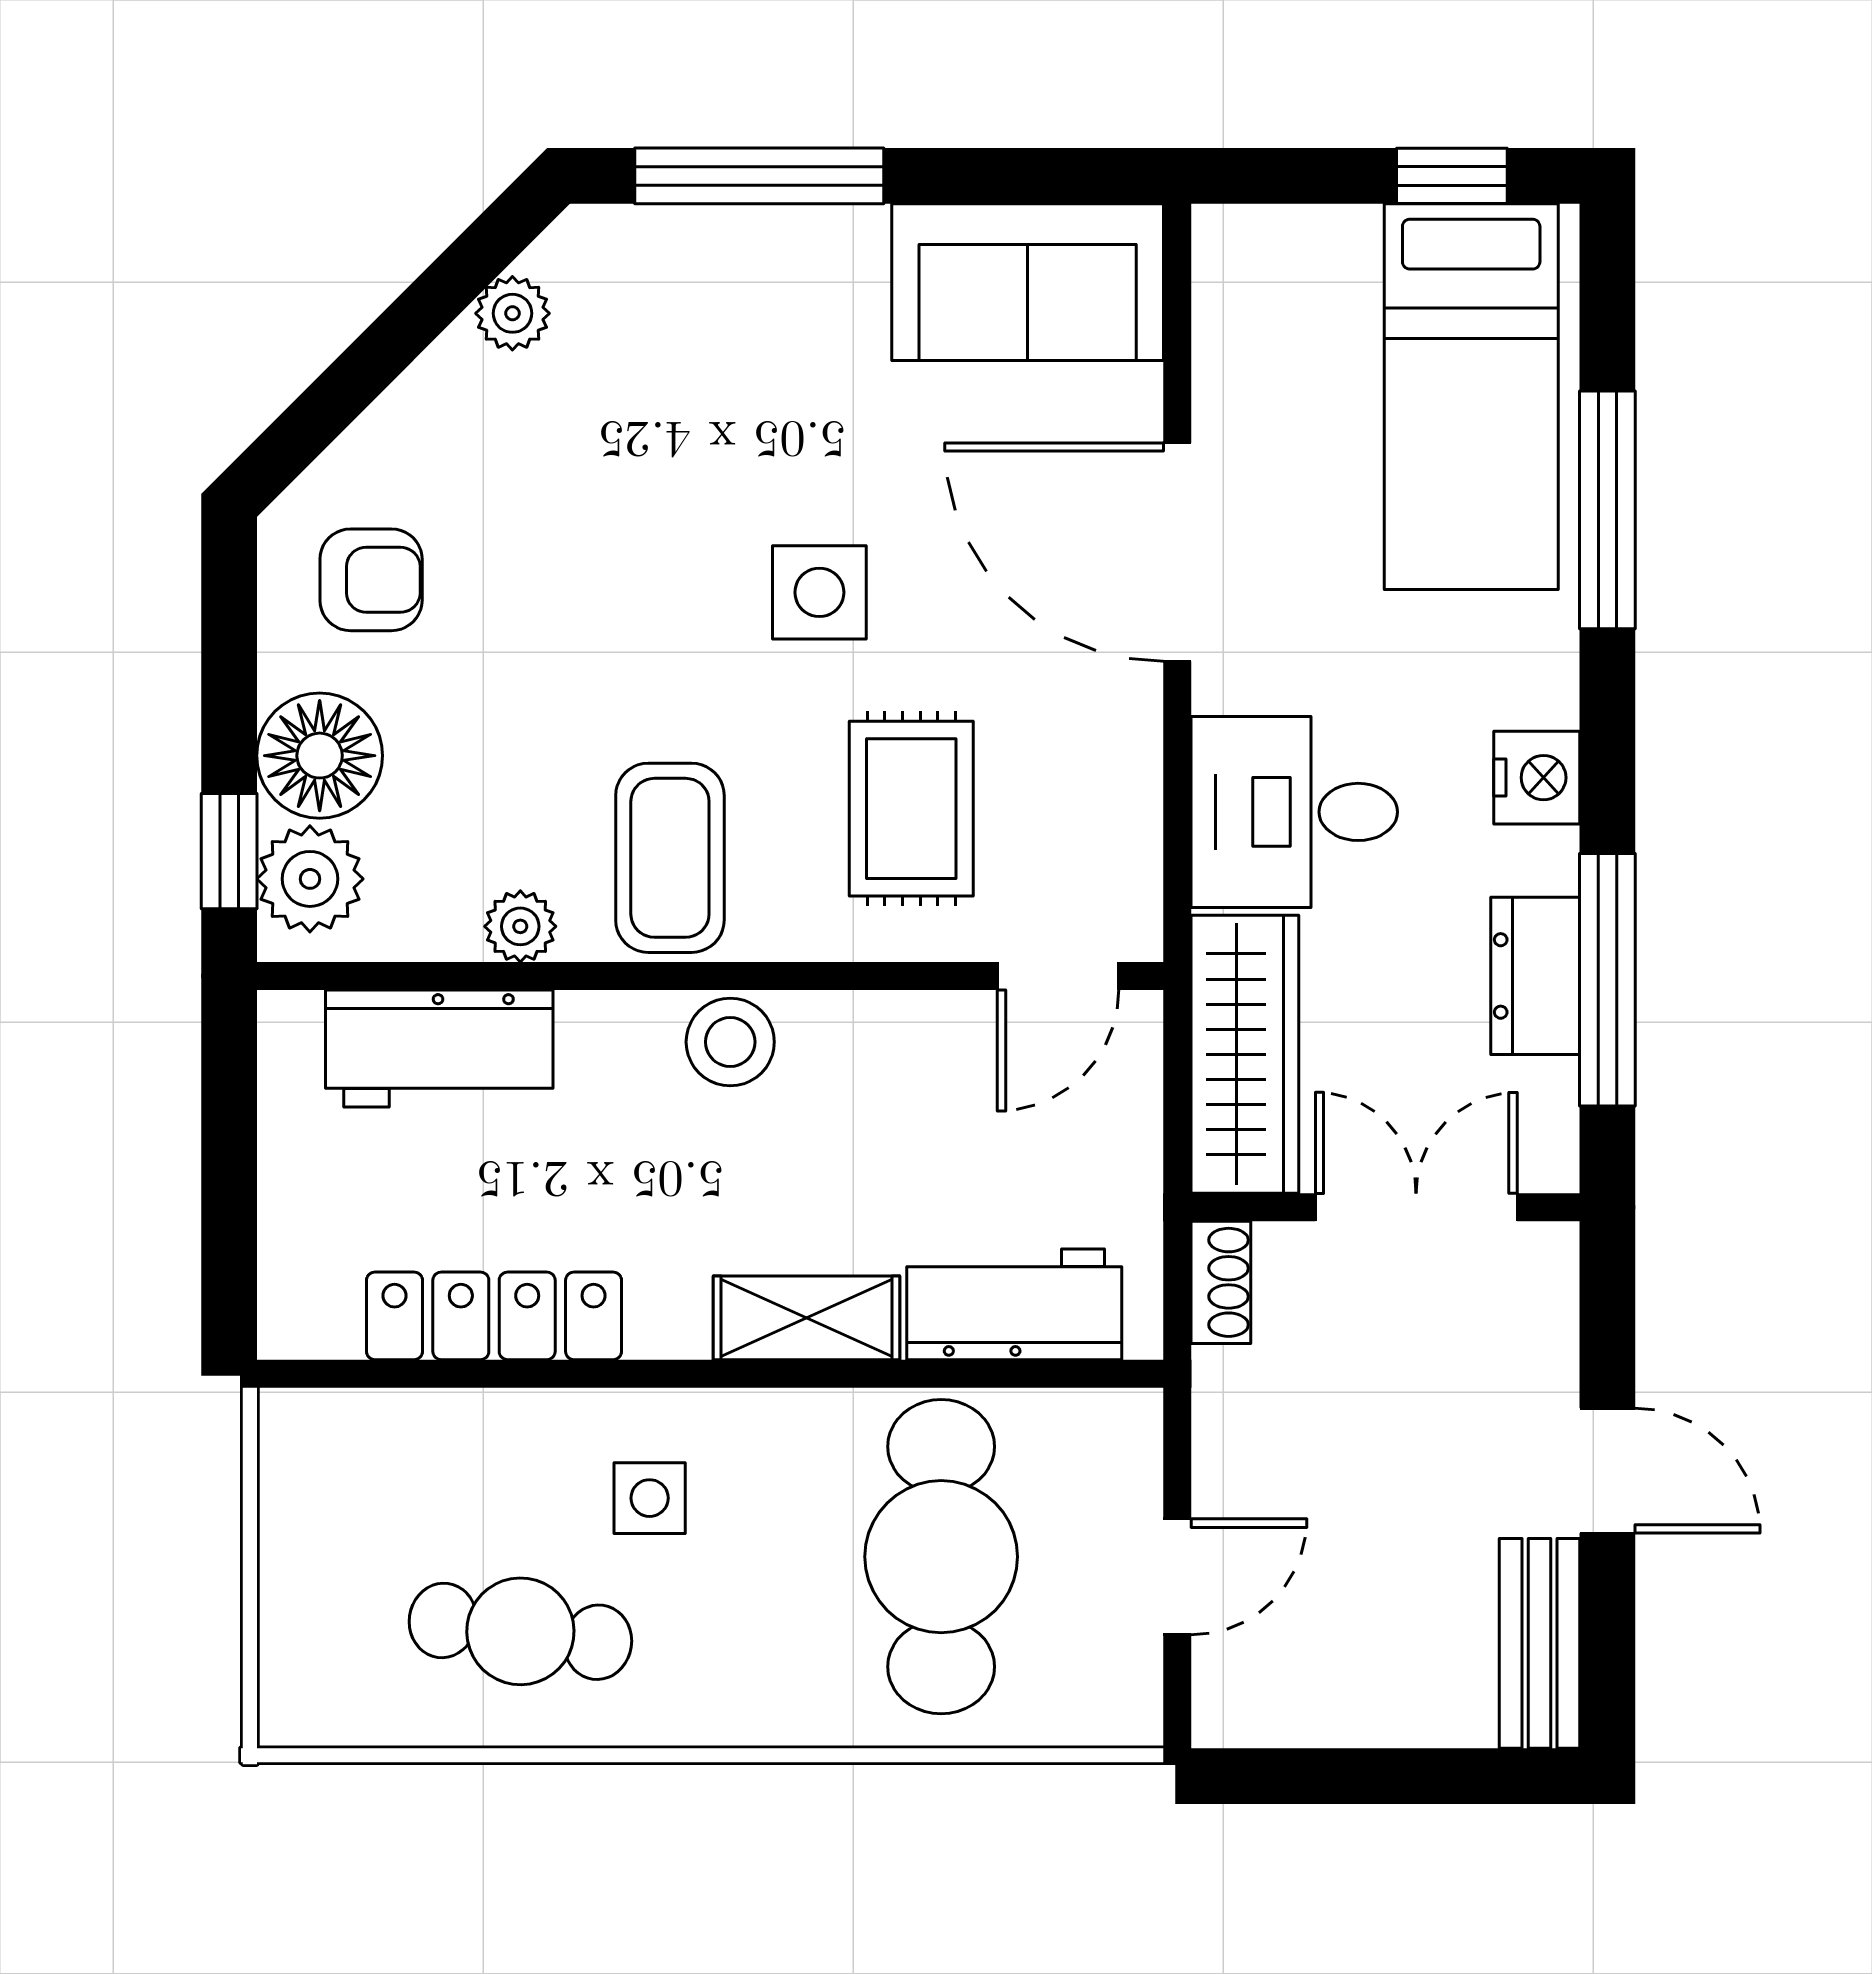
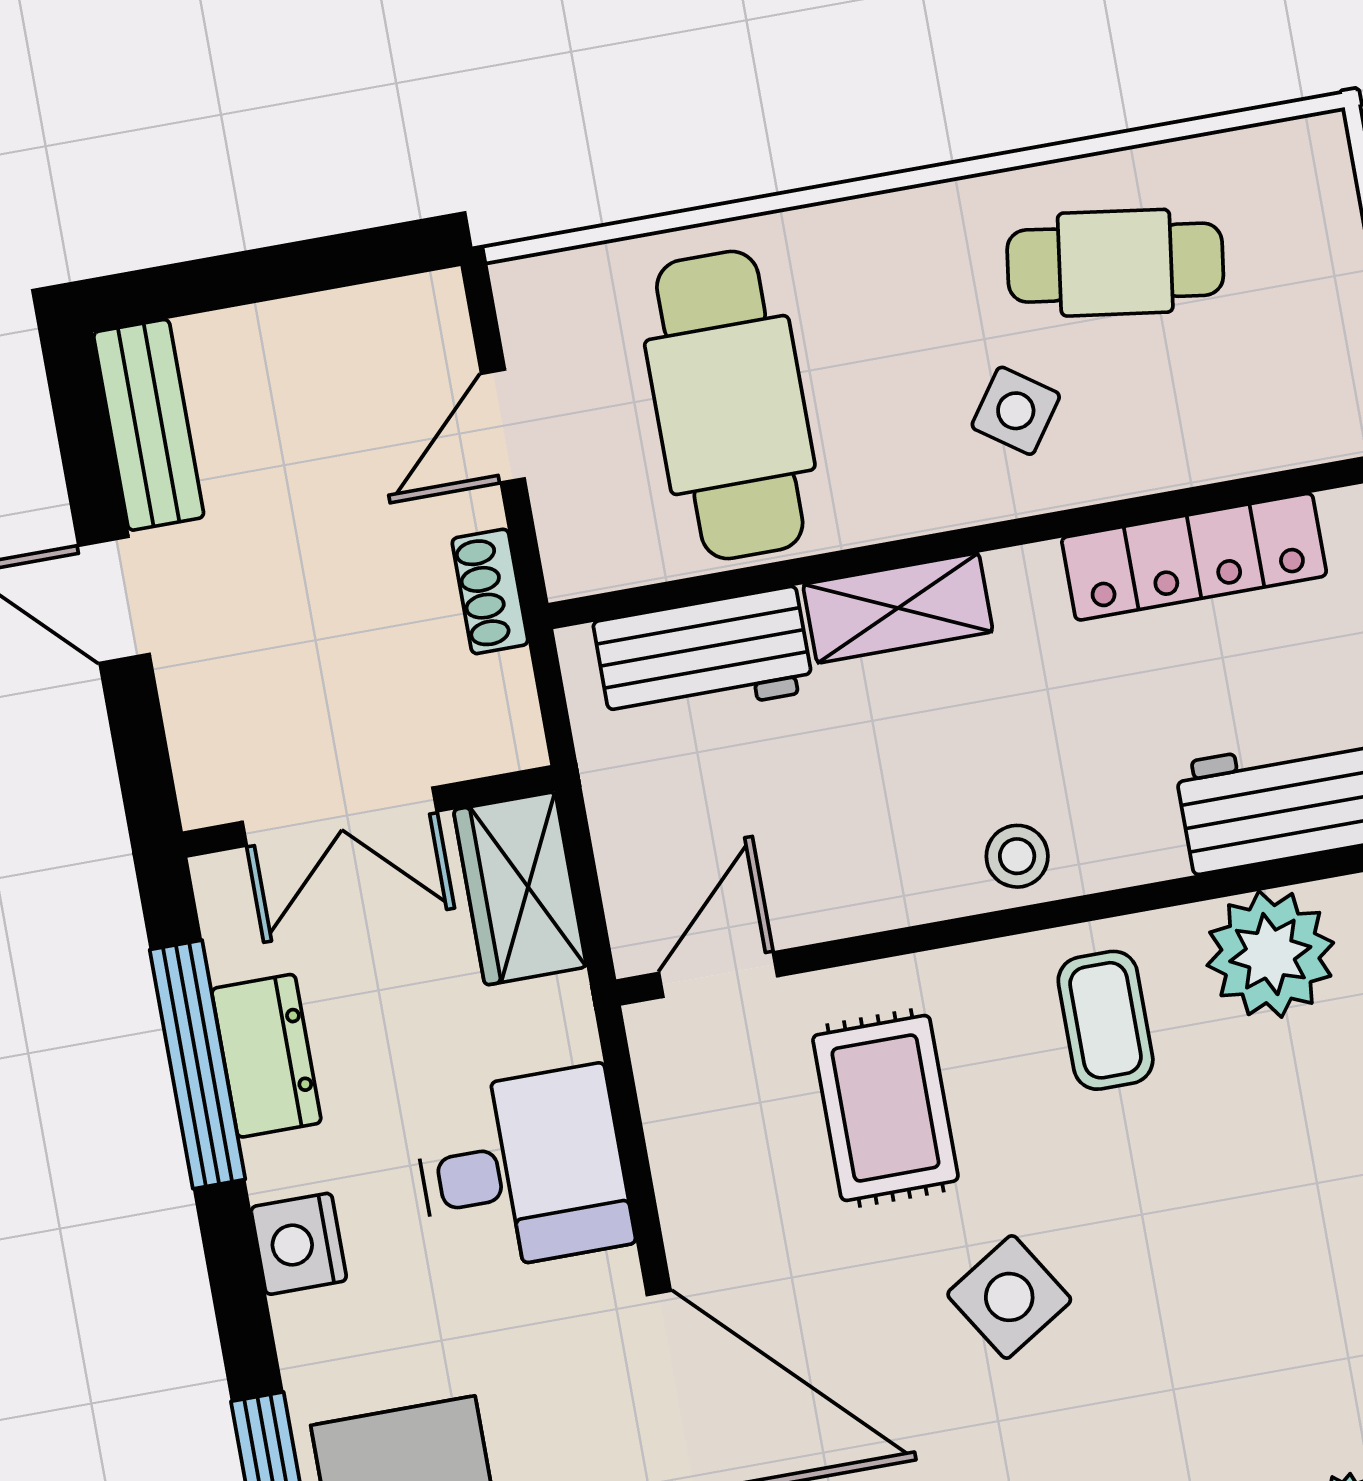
side table: (819, 592) -> (1009, 1297), turned -32
coffee table: (670, 858) -> (1106, 1020), width x0.73, depth x0.77
plant: (520, 926) -> (1270, 954), width x1.88, depth x1.88
stool: (730, 1042) -> (1017, 856), width x0.73, depth x0.73
wardrobe: (1245, 1054) -> (520, 888), width x0.67
shoe rack: (1221, 1282) -> (490, 591), moved
side table: (650, 1498) -> (1016, 411), turned 35

